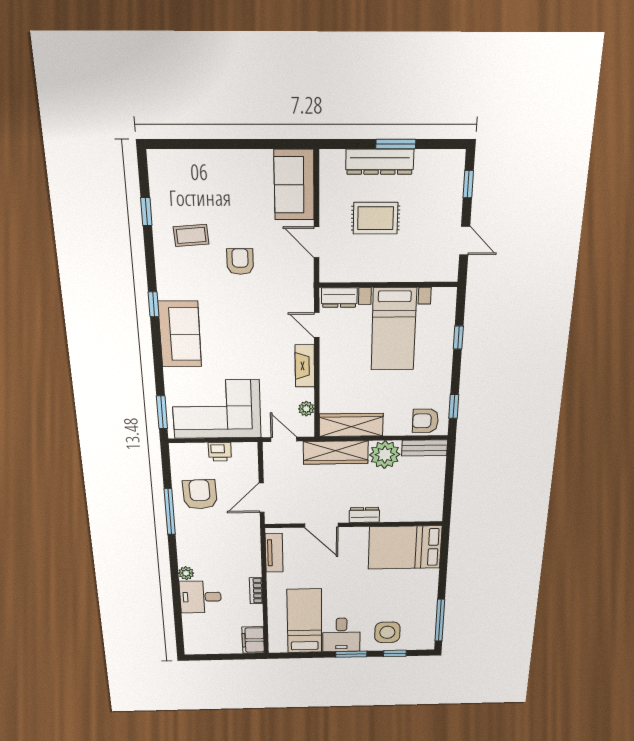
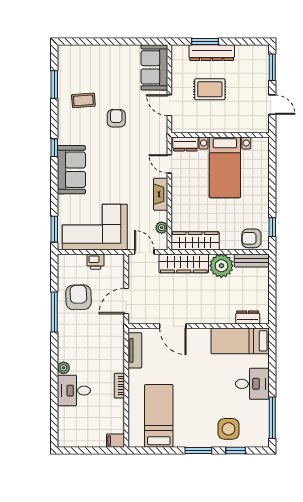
window: (396, 144) -> (205, 41), moved
window: (468, 184) -> (272, 67), width x1.50
window: (146, 212) -> (54, 84), width x1.50
window: (458, 338) -> (272, 174), removed
dresser: (364, 515) -> (248, 317), moved
bed: (405, 547) -> (240, 341), width x0.67
desk: (341, 635) -> (252, 384), moved, turned -90
filing cabinet: (253, 640) -> (115, 441), width x0.50

